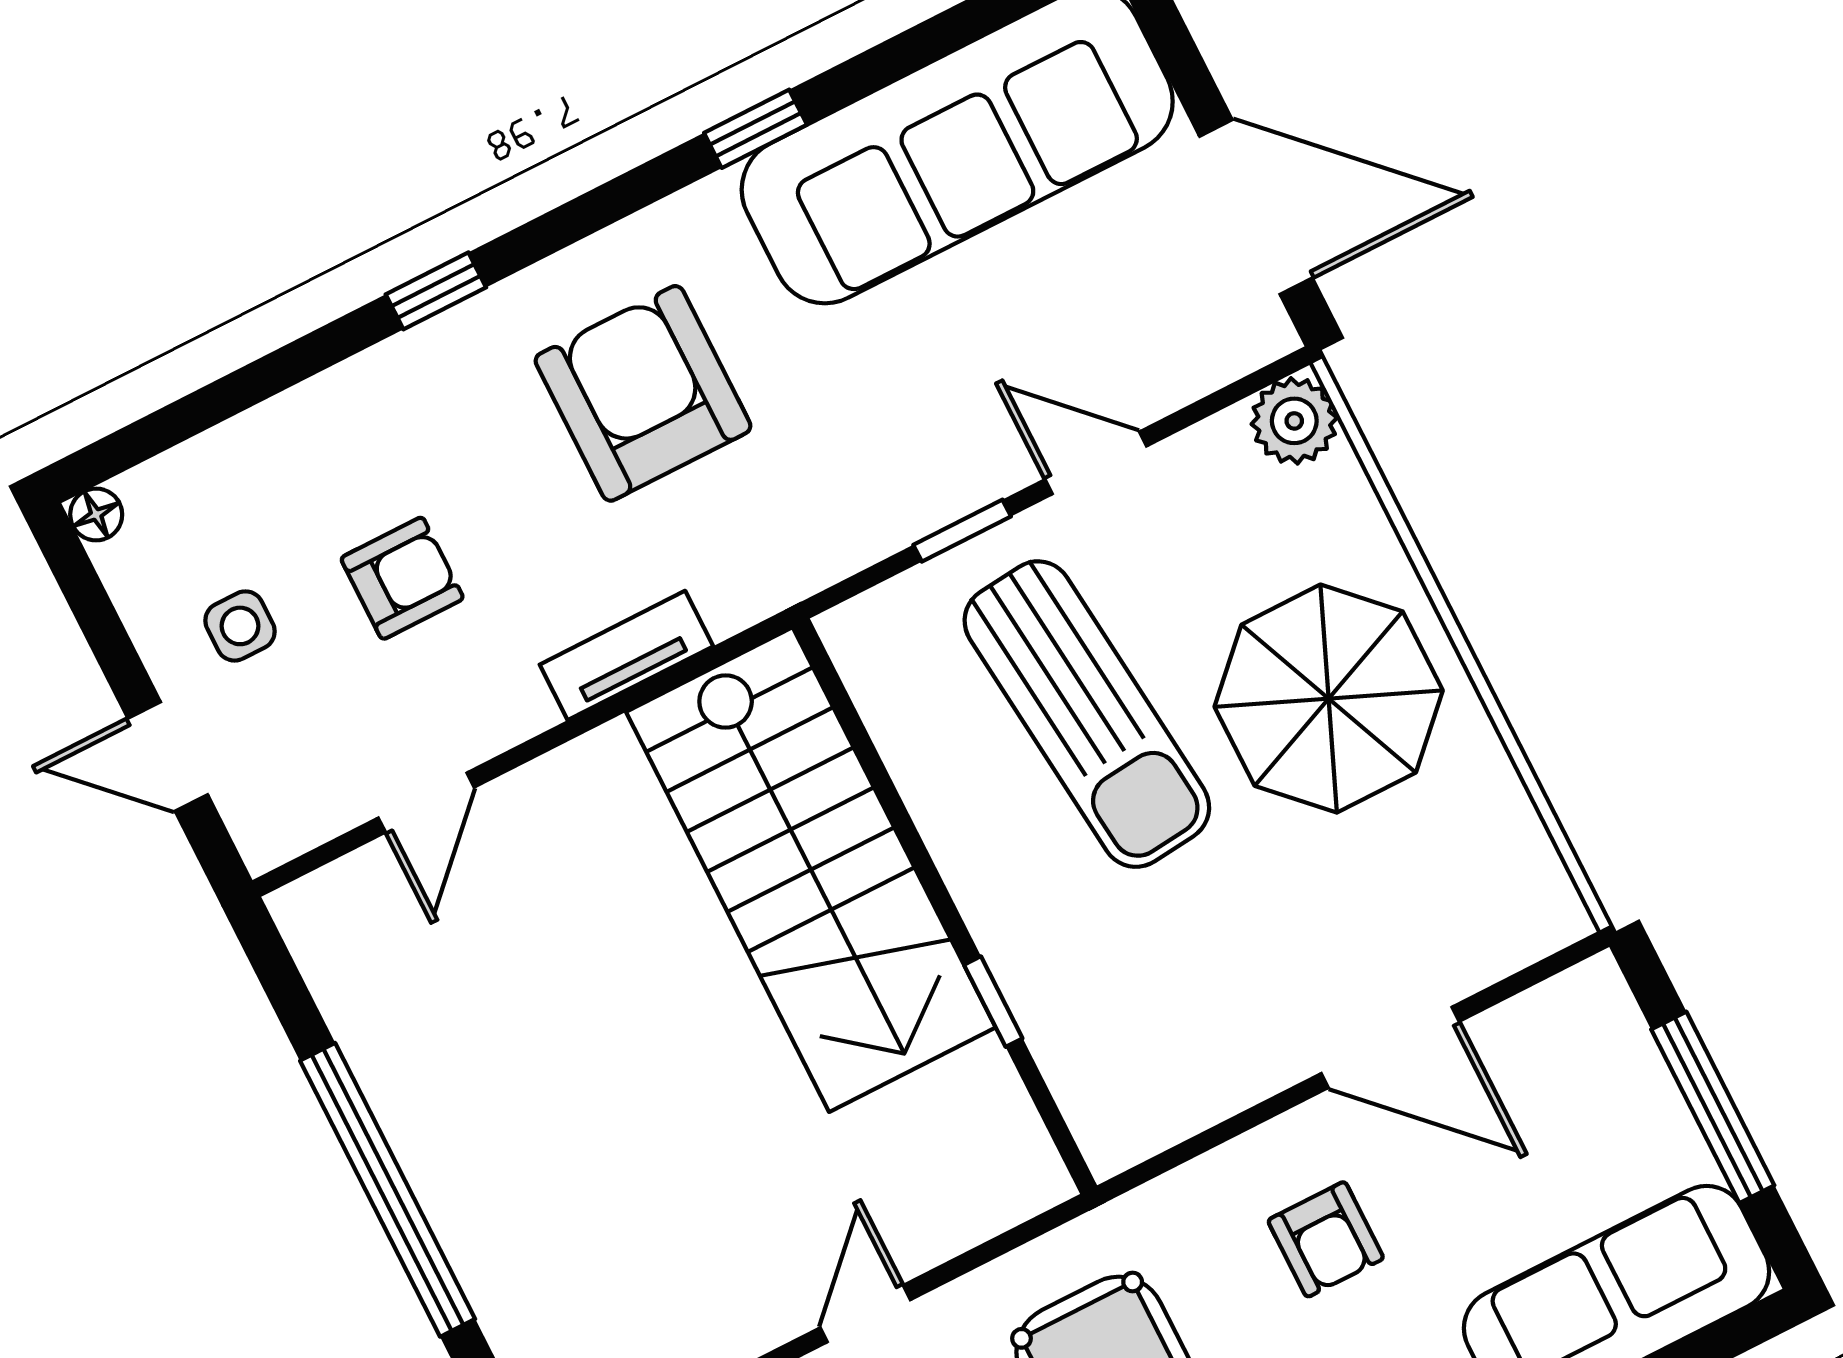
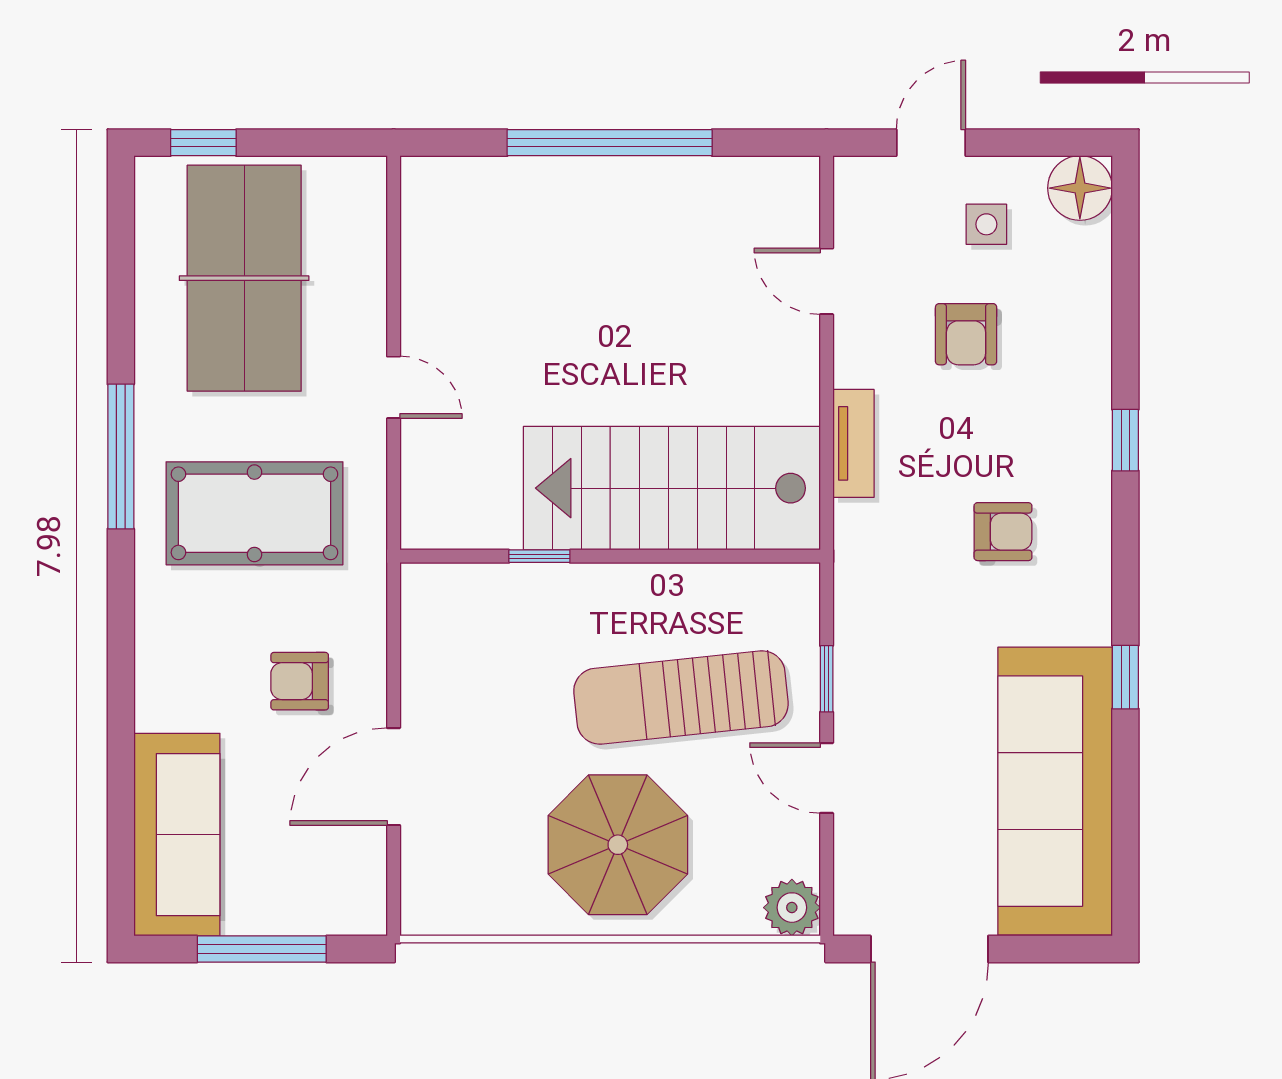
armchair: (643, 393) -> (1003, 532), width x0.53, depth x0.53
door: (1096, 463) -> (827, 778), swing flipped
floor lamp: (96, 514) -> (1080, 188), width x1.89, depth x1.89

